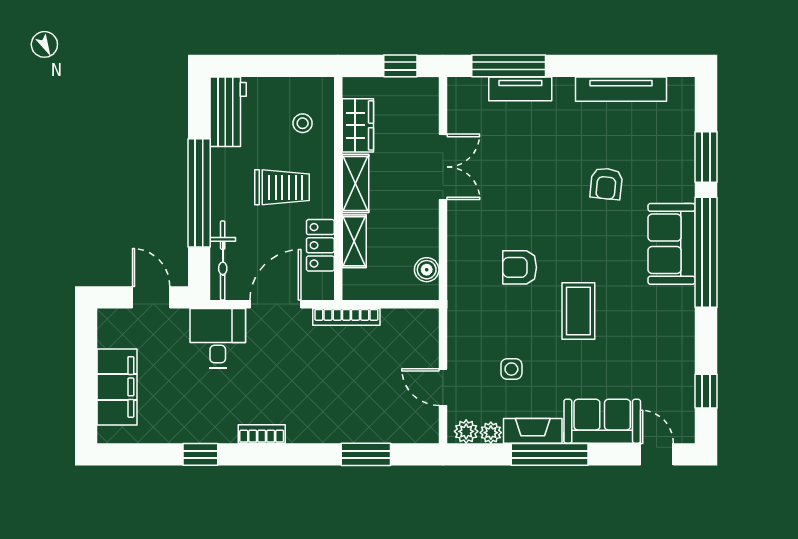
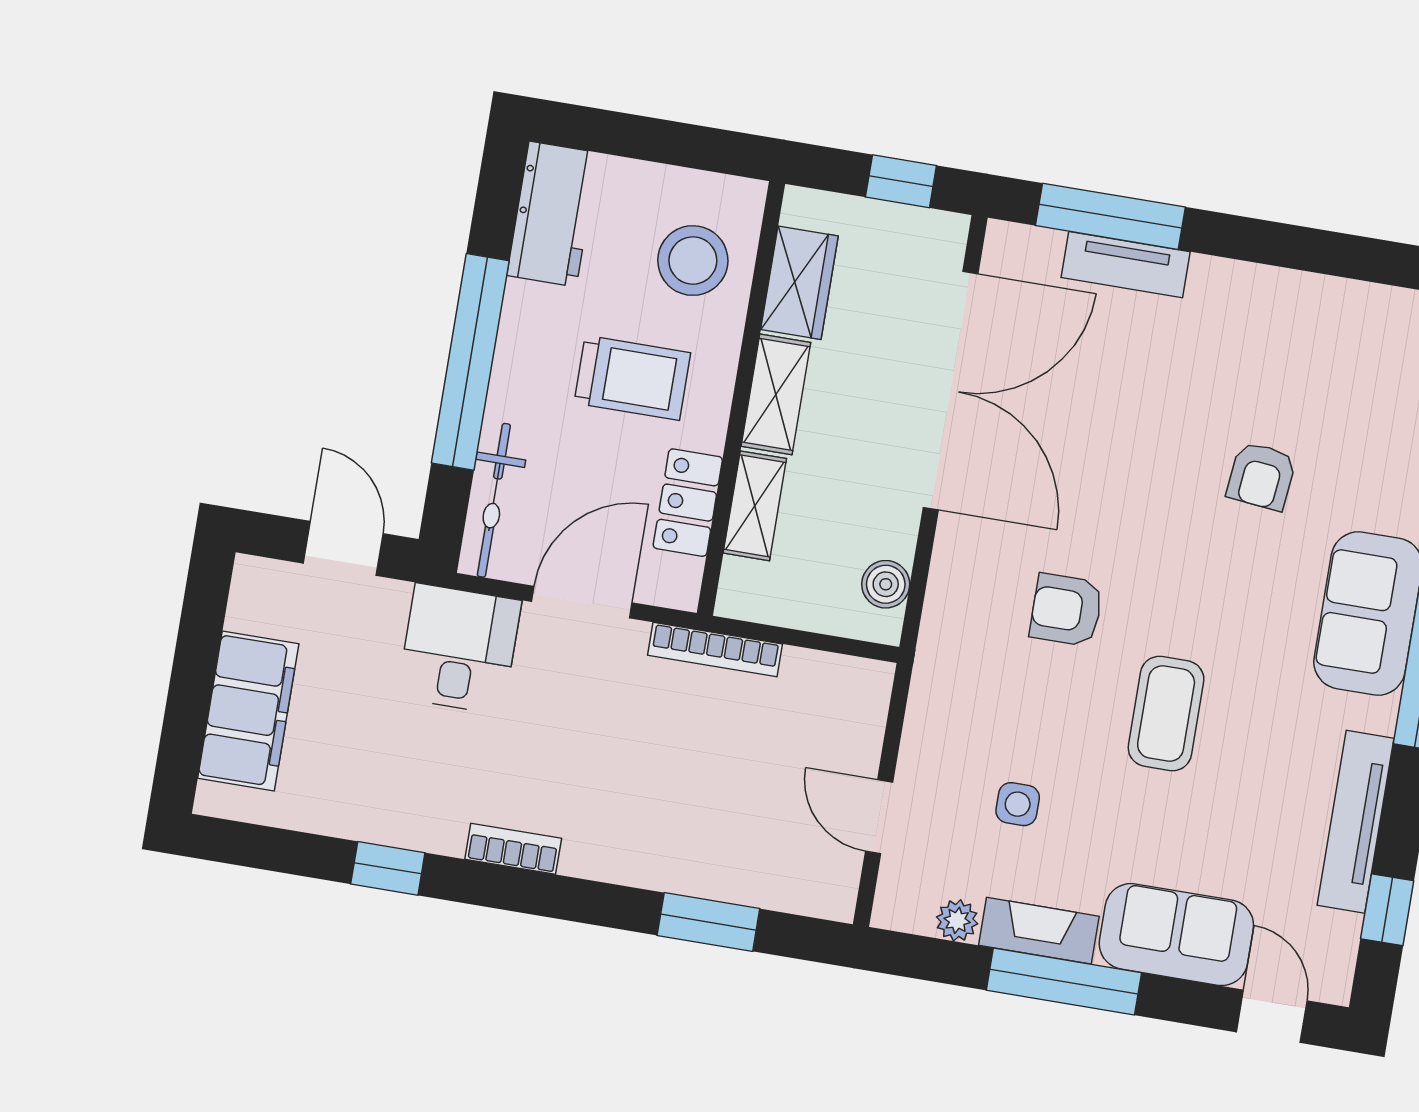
tv unit: (621, 89) -> (1356, 822), moved, turned 90
stool: (303, 123) -> (693, 261), width x1.89, depth x1.89
double door: (443, 167) -> (951, 391), width x1.87
plant: (466, 431) -> (910, 910), removed

